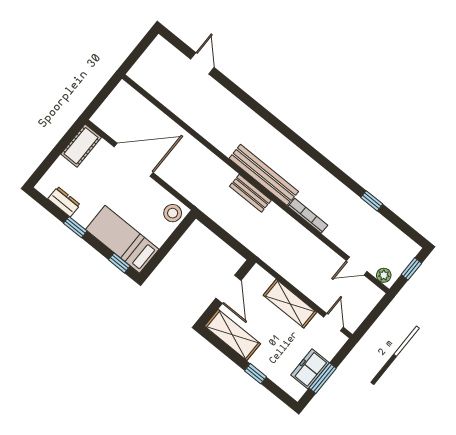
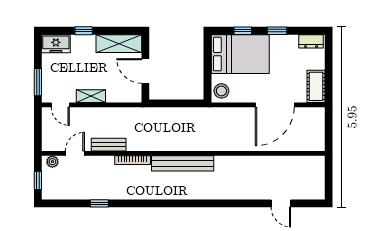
bench: (250, 193) -> (109, 145), moved
dresser: (64, 202) -> (311, 41), moved
bed: (122, 239) -> (240, 54), width x1.50
window: (119, 263) -> (243, 31), moved
shelving: (290, 304) -> (91, 96), width x0.67, depth x0.75
freezer: (310, 369) -> (56, 44), moved, turned 90
window: (323, 378) -> (38, 82), moved

